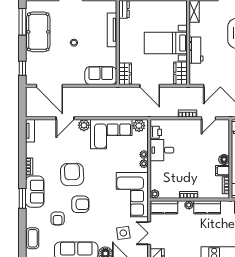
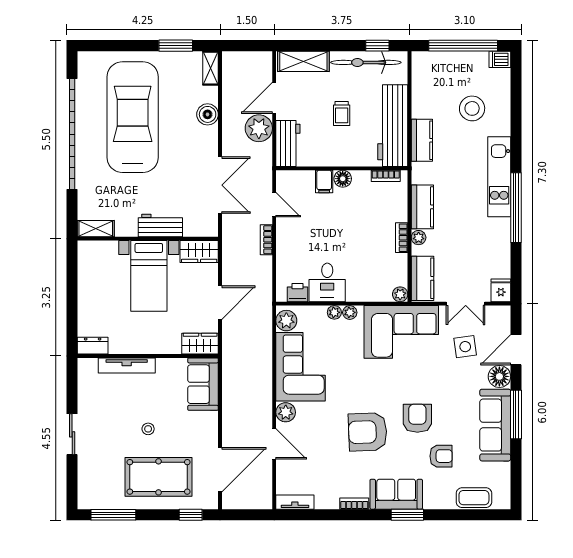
pool table: (38, 32) -> (159, 477), moved
filing cabinet: (222, 171) -> (324, 182), moved

